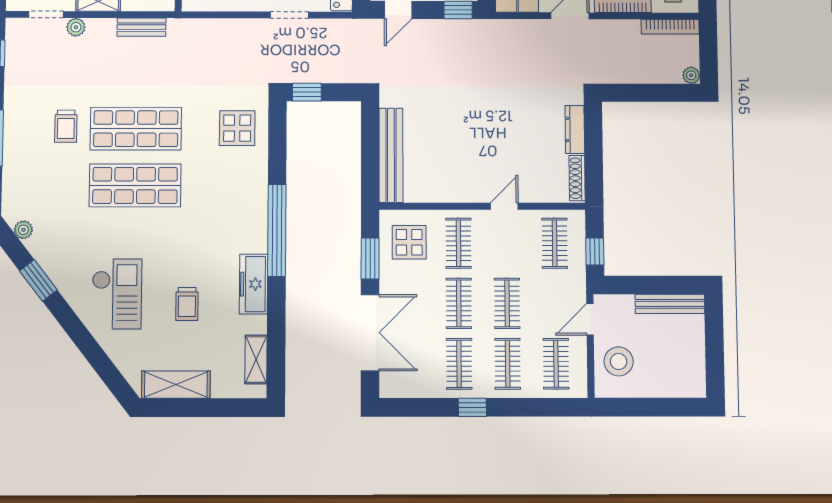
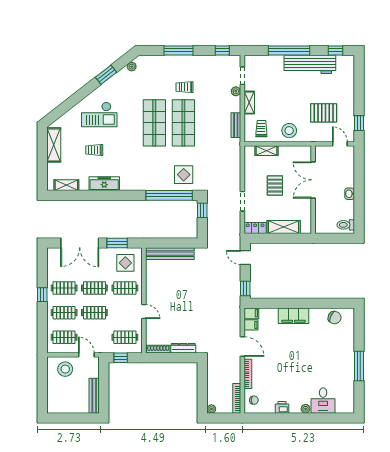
window: (277, 230) -> (169, 195), moved

